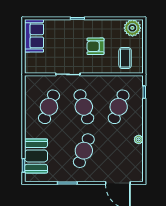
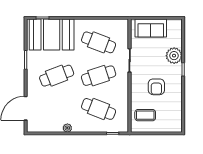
plant: (132, 28) -> (174, 56), moved
sofa: (34, 36) -> (151, 28), moved
armchair: (95, 46) -> (156, 87), turned 180
cafe table: (84, 151) -> (57, 76), turned -42
booth: (36, 156) -> (52, 35), width x1.36, depth x1.42

